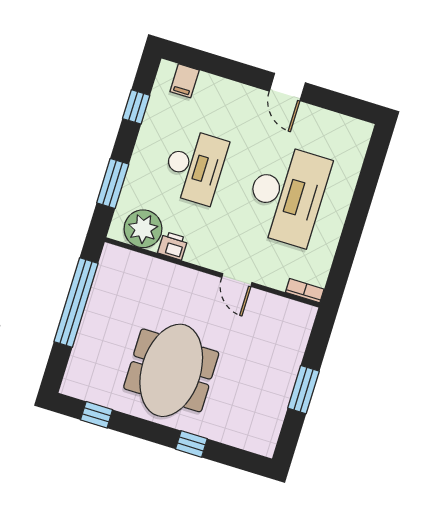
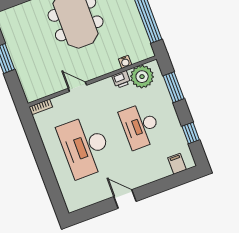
water cooler: (150, 265) -> (125, 62), added

